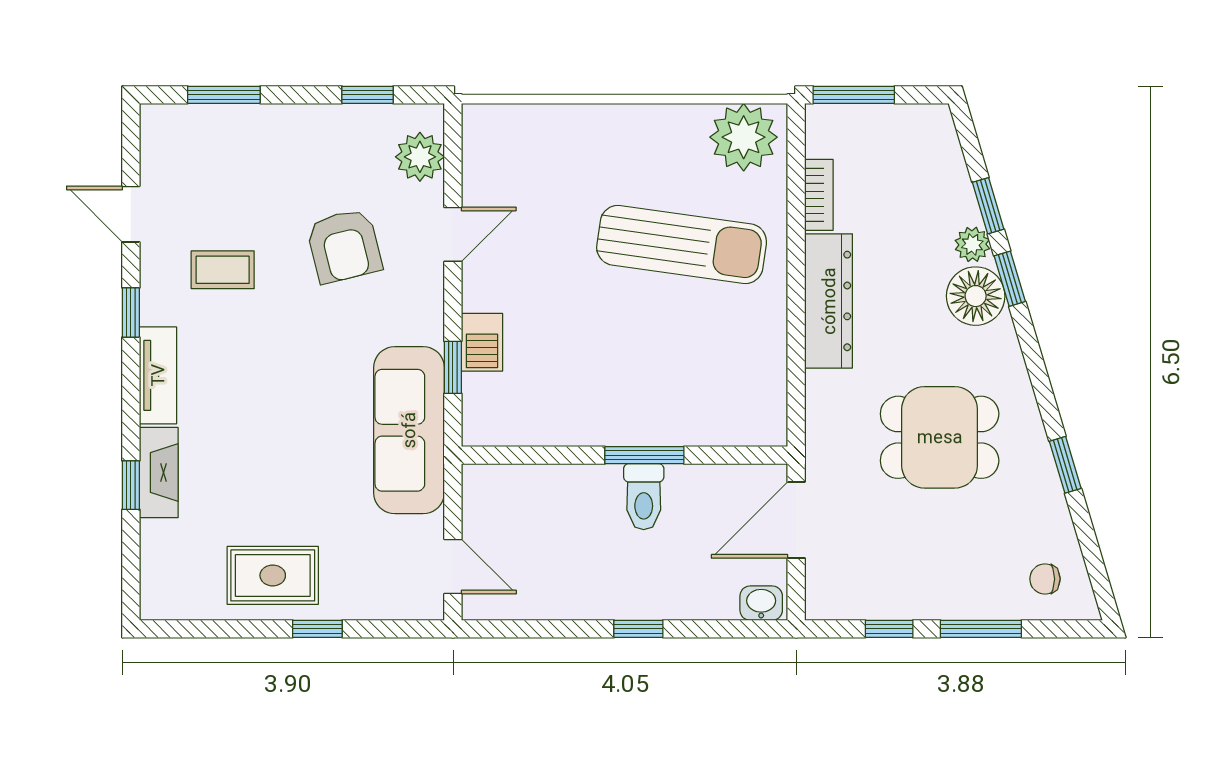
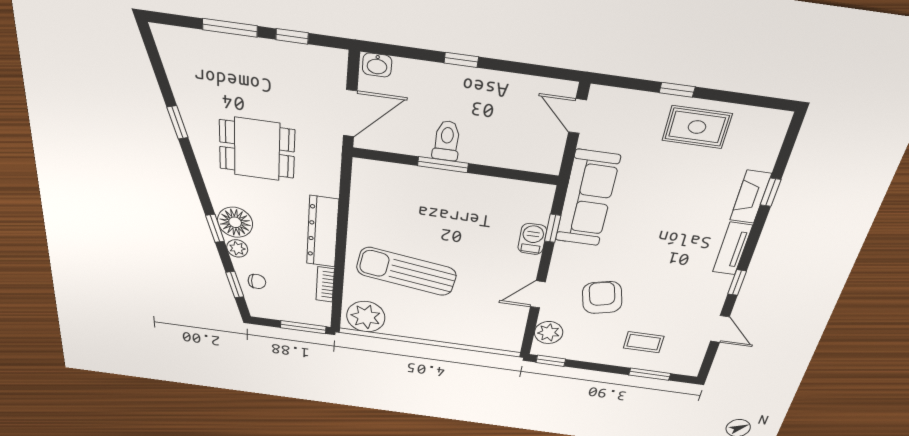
window: (368, 95) -> (551, 361), moved
window: (988, 206) -> (235, 285), moved
coffee table: (223, 270) -> (644, 342), moved
chair: (1045, 579) -> (257, 281), moved

